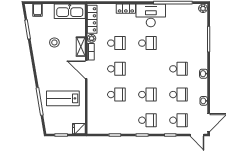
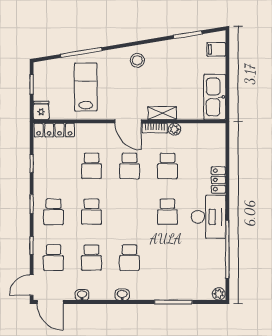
locker: (92, 19) -> (54, 130), moved
stool: (54, 42) -> (137, 60), moved
door: (86, 70) -> (128, 121), swing flipped

